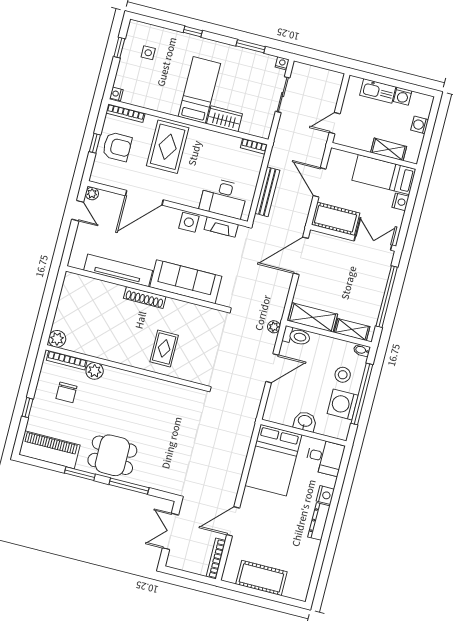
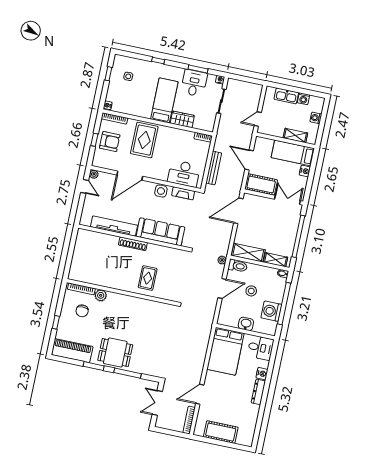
desk: (244, 66) -> (194, 83), added
plant: (57, 339) -> (74, 275), removed
stool: (343, 375) -> (251, 291), moved

